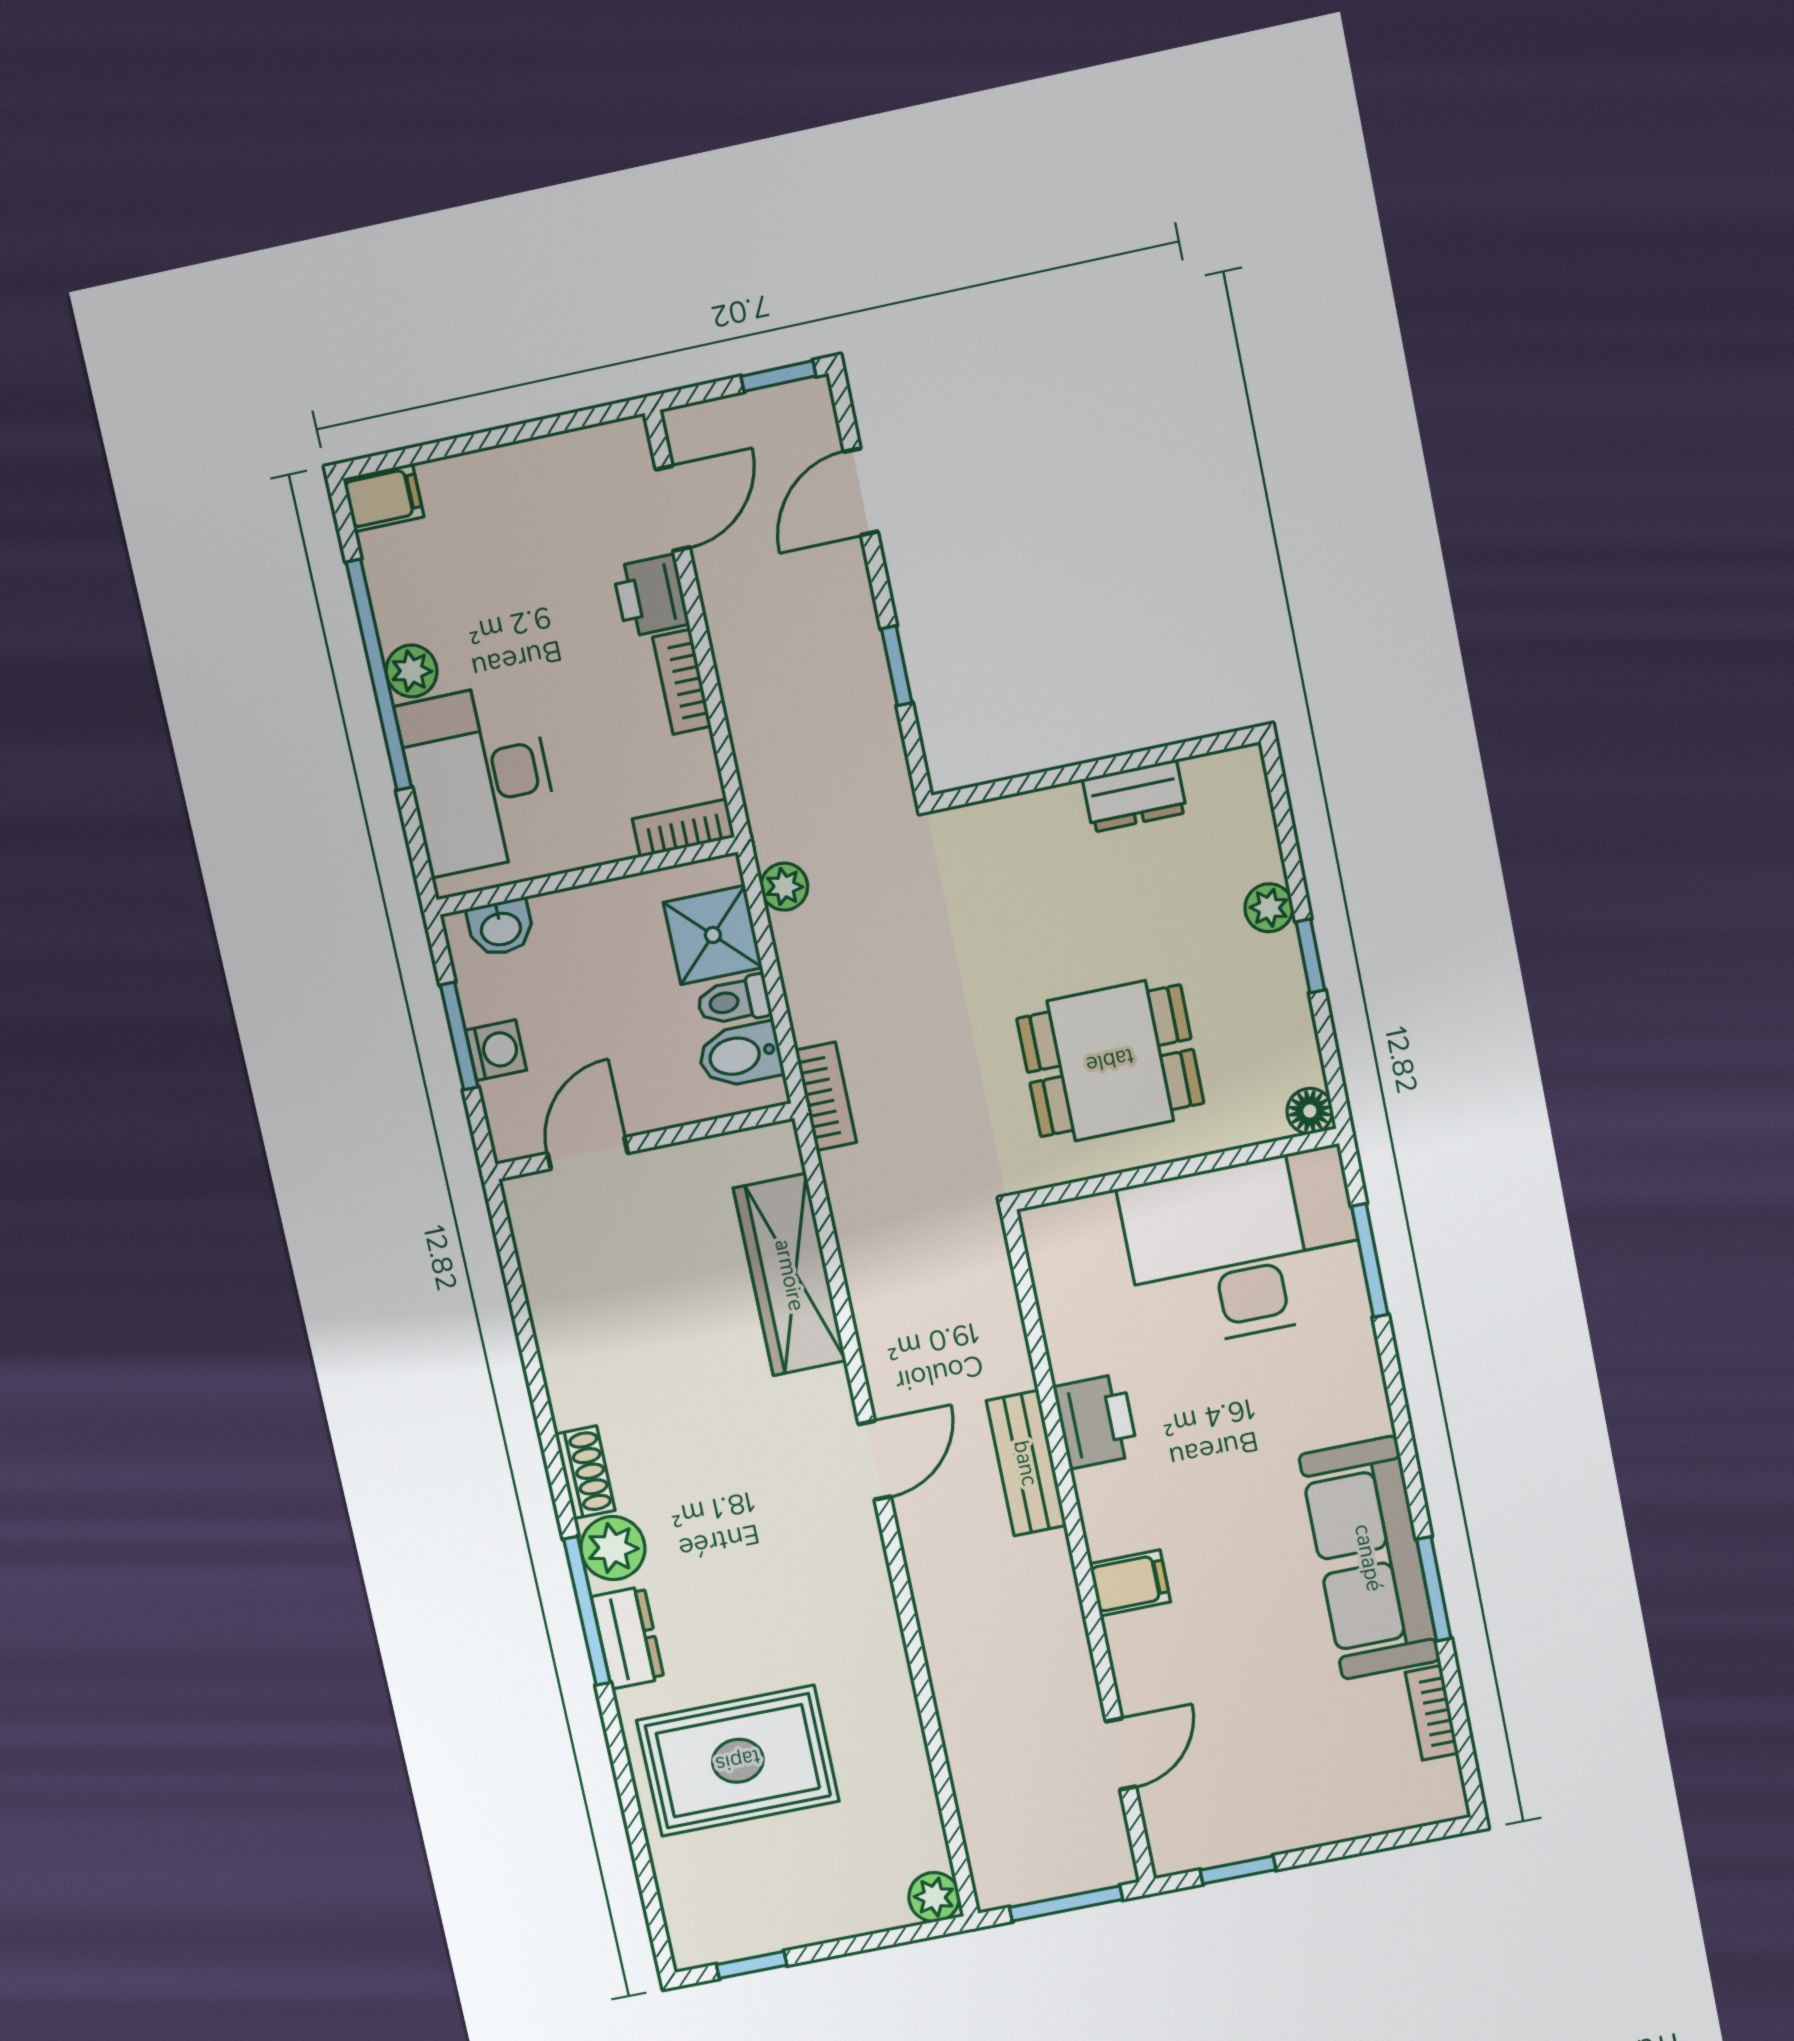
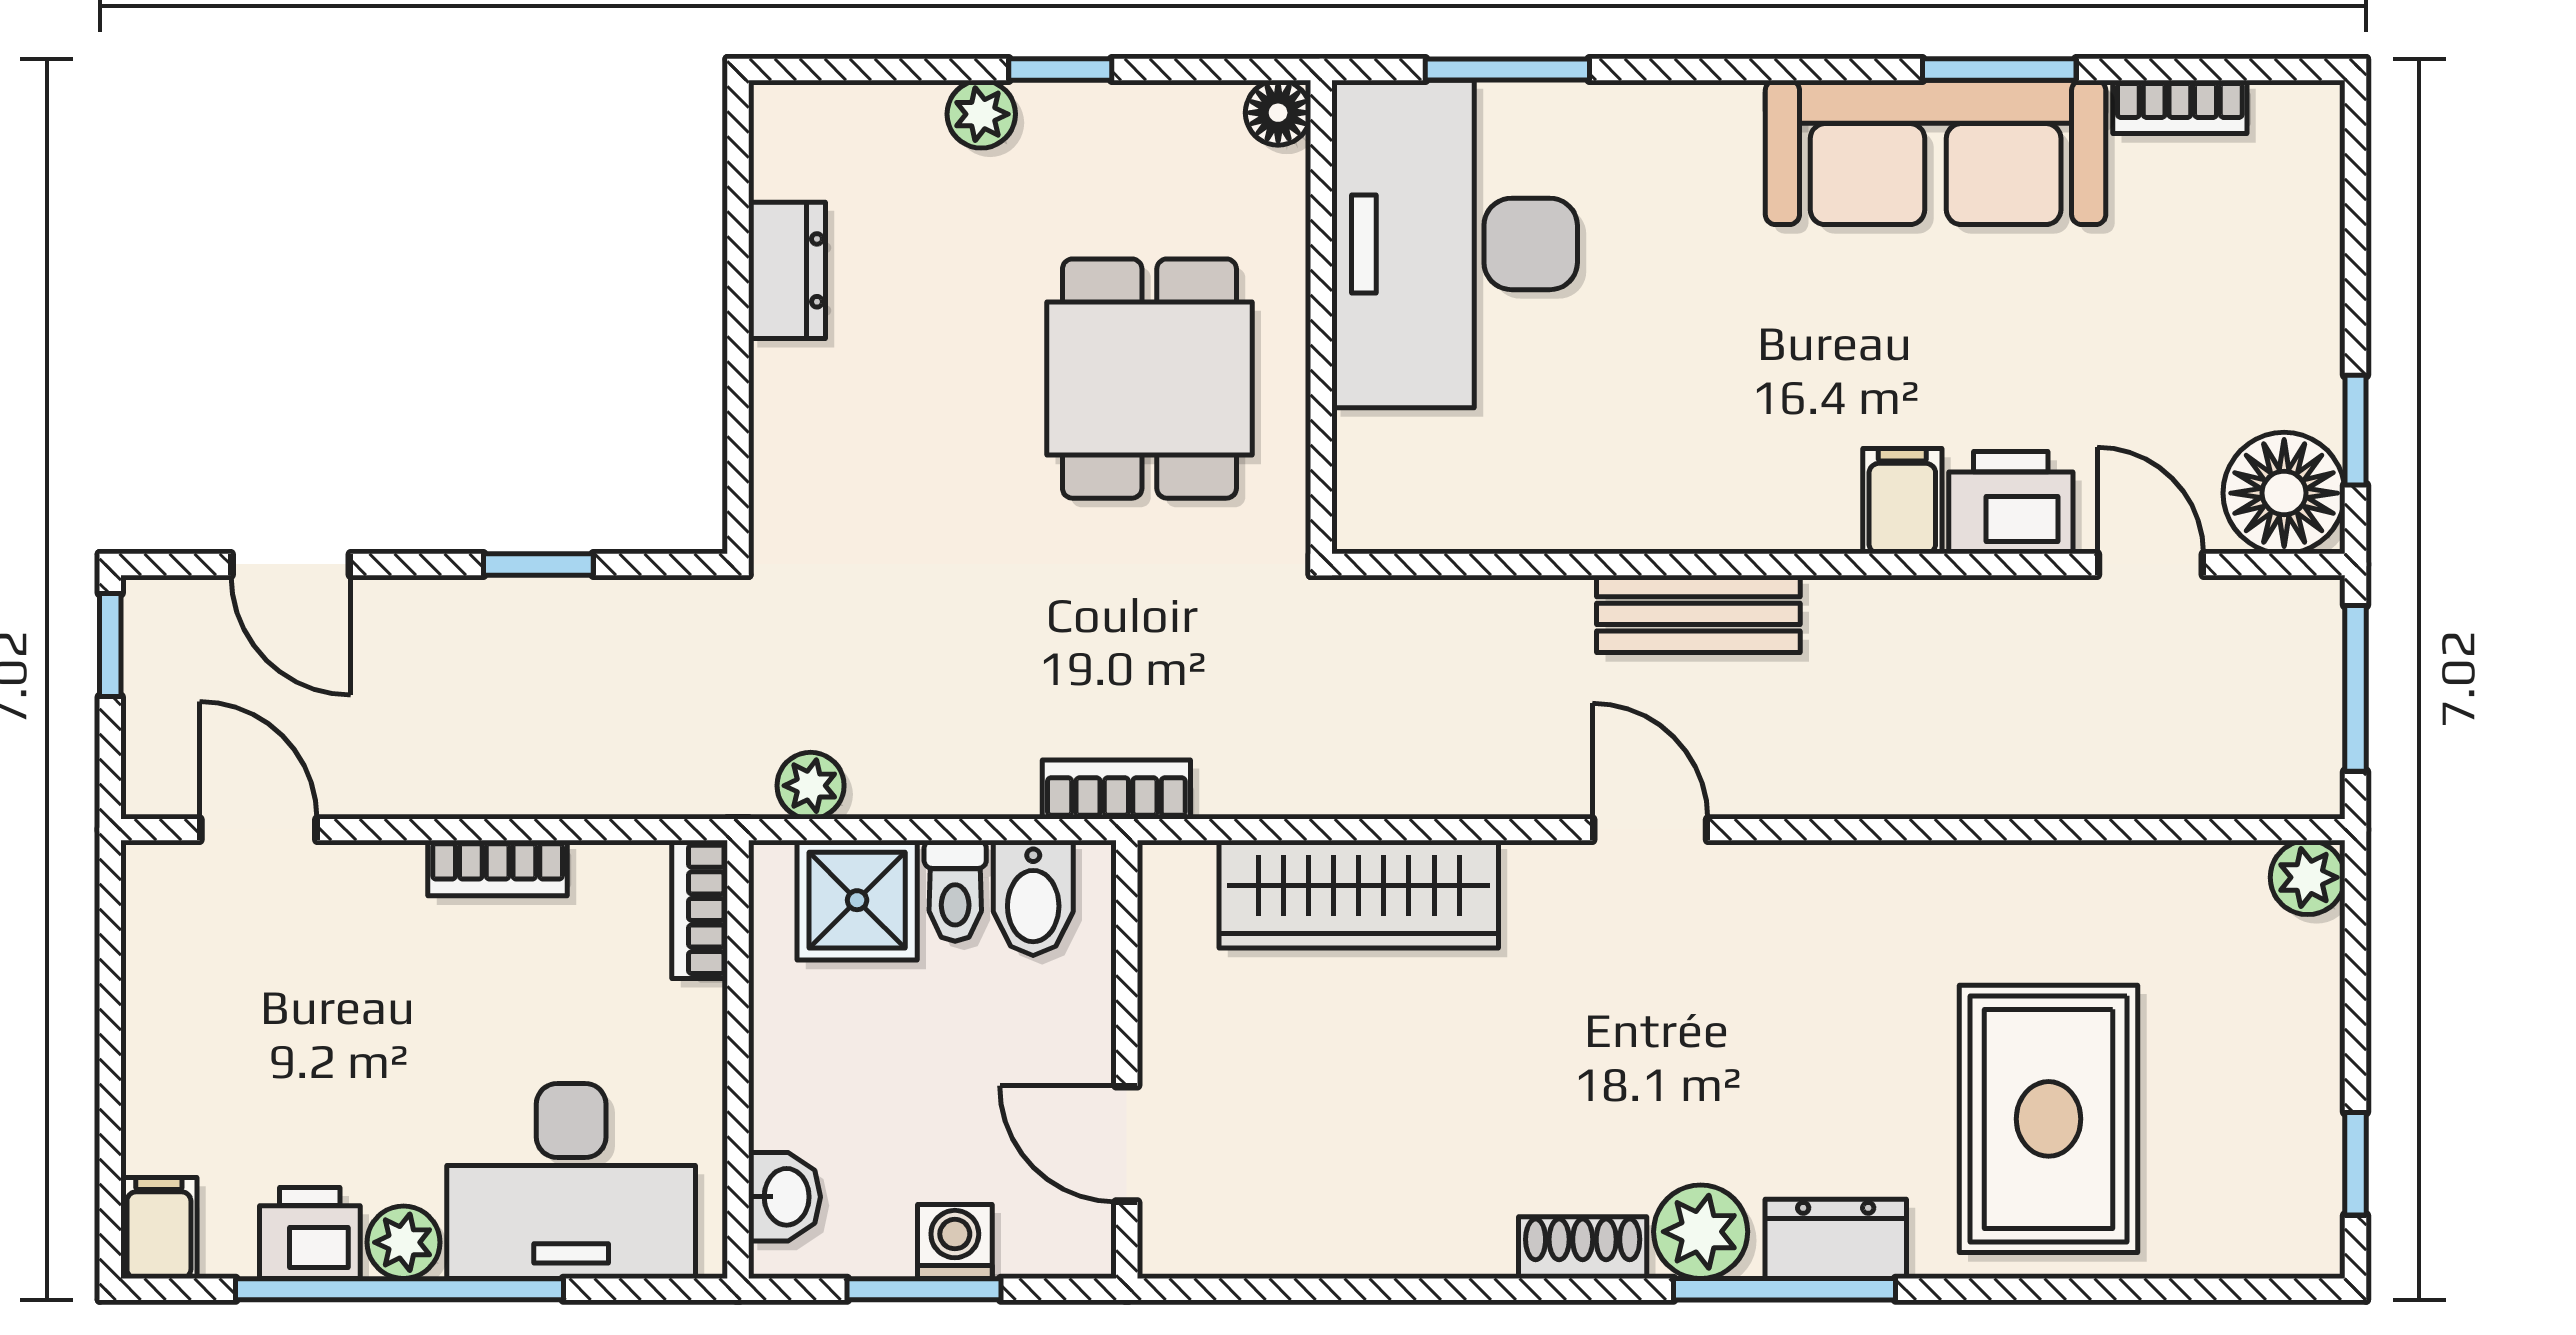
printer: (651, 596) -> (310, 1233), moved, turned 180
printer: (1096, 1421) -> (2011, 503), moved
floor lamp: (1187, 1832) -> (2284, 493), added

